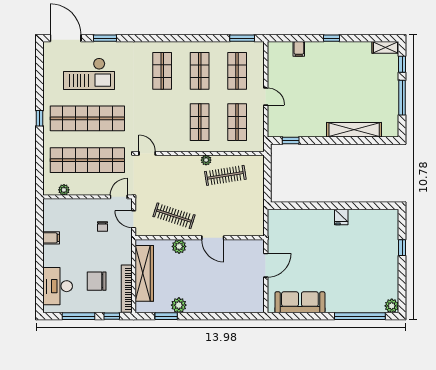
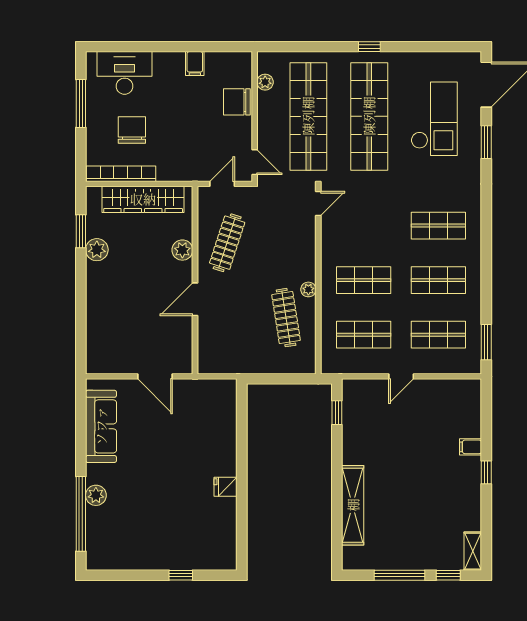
filing cabinet: (299, 49) -> (471, 447), moved
checkout: (89, 74) -> (434, 119), turned 180
chair: (102, 226) -> (237, 102), moved, width x1.87, depth x1.87
plant: (392, 306) -> (96, 495), moved
window: (112, 316) -> (81, 152), removed

